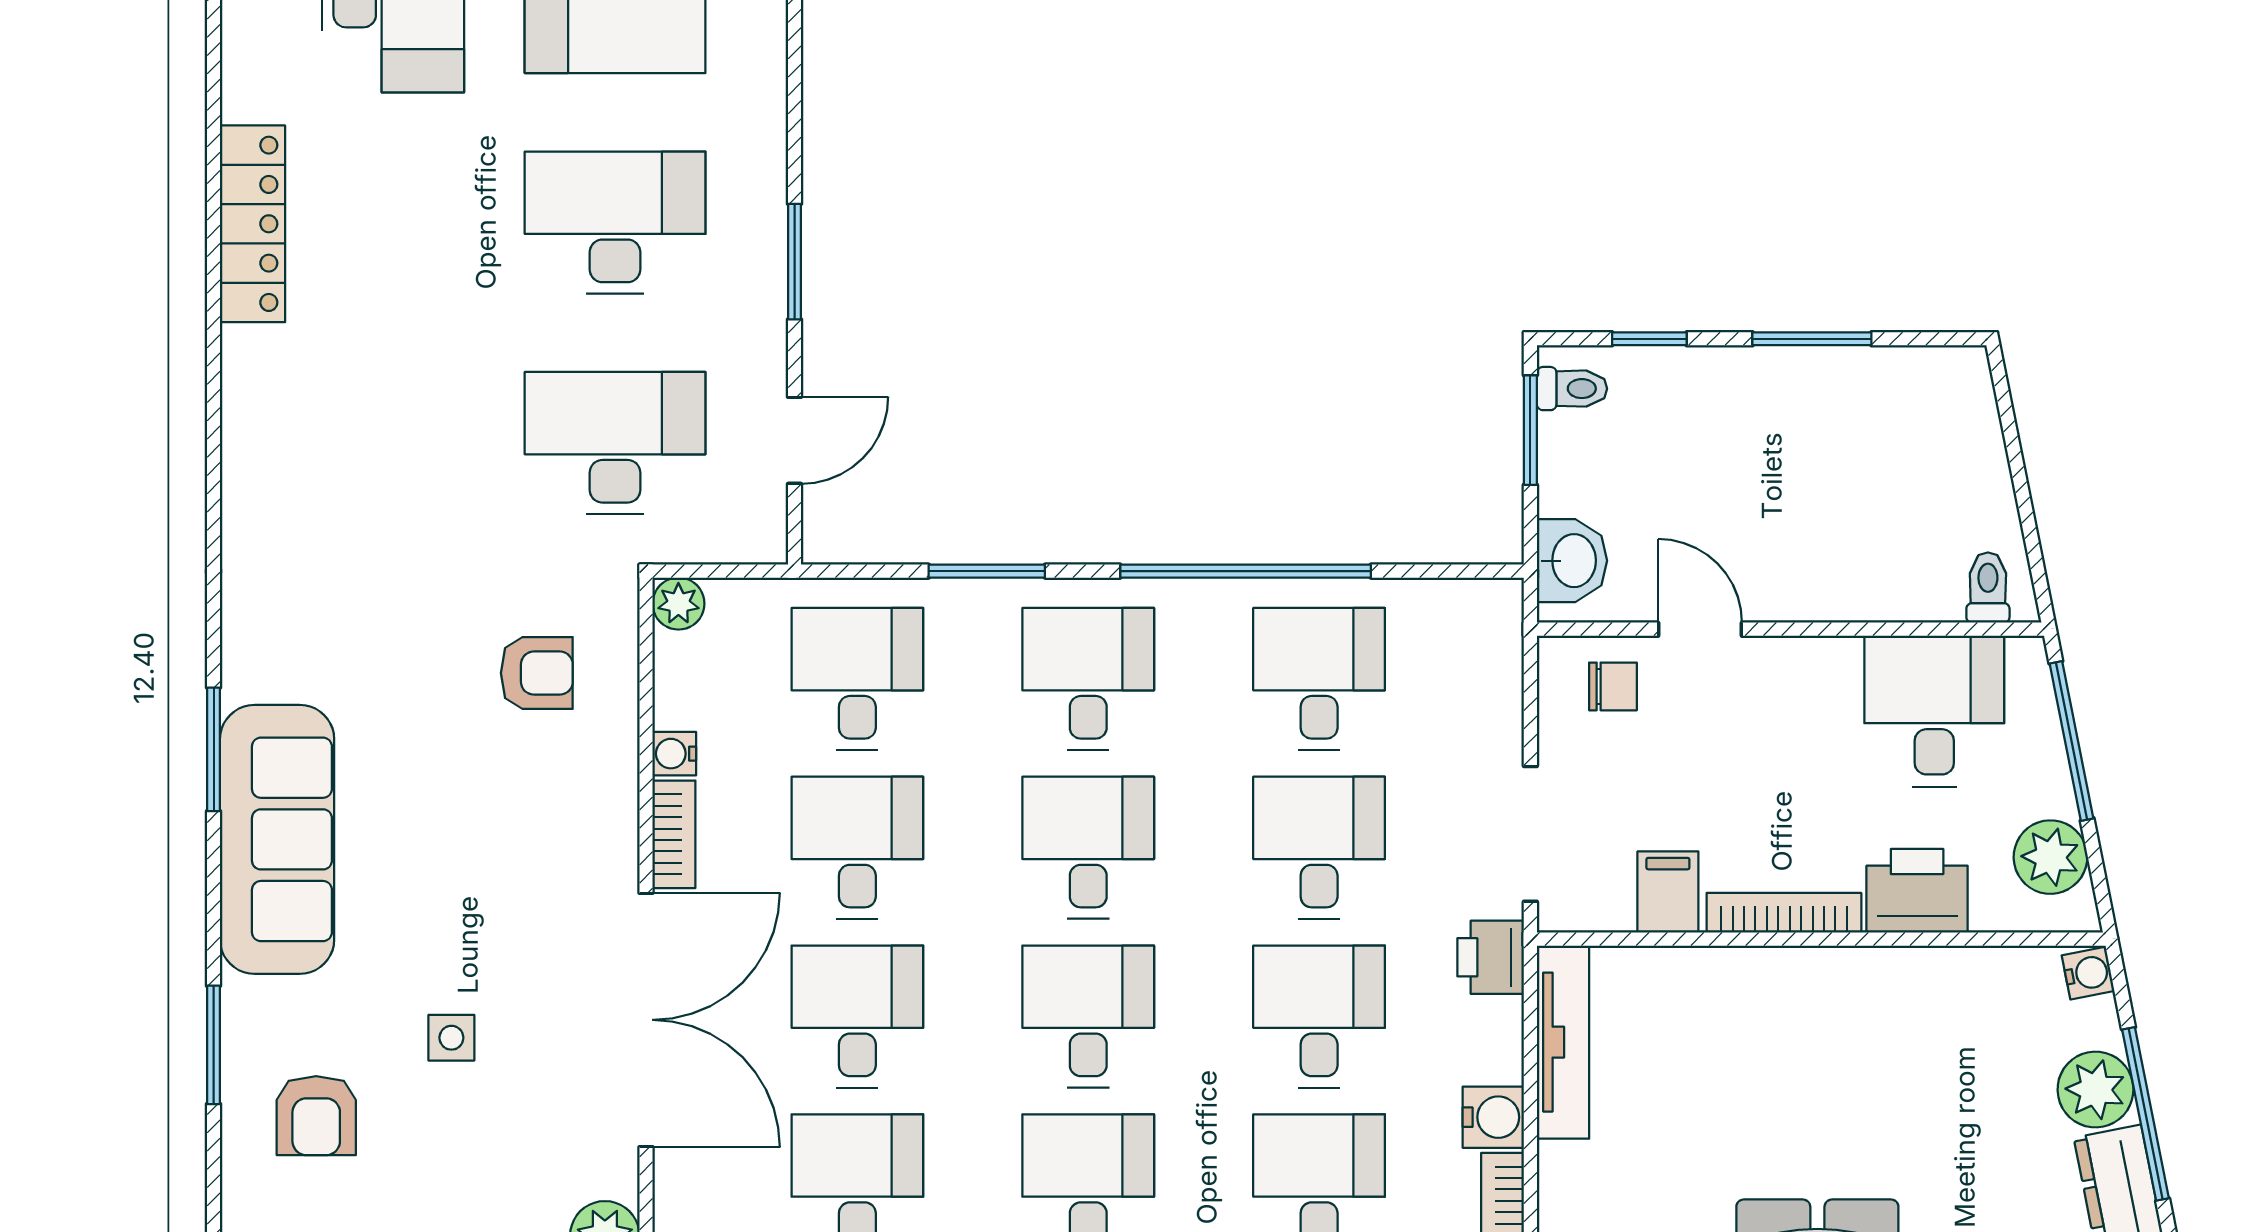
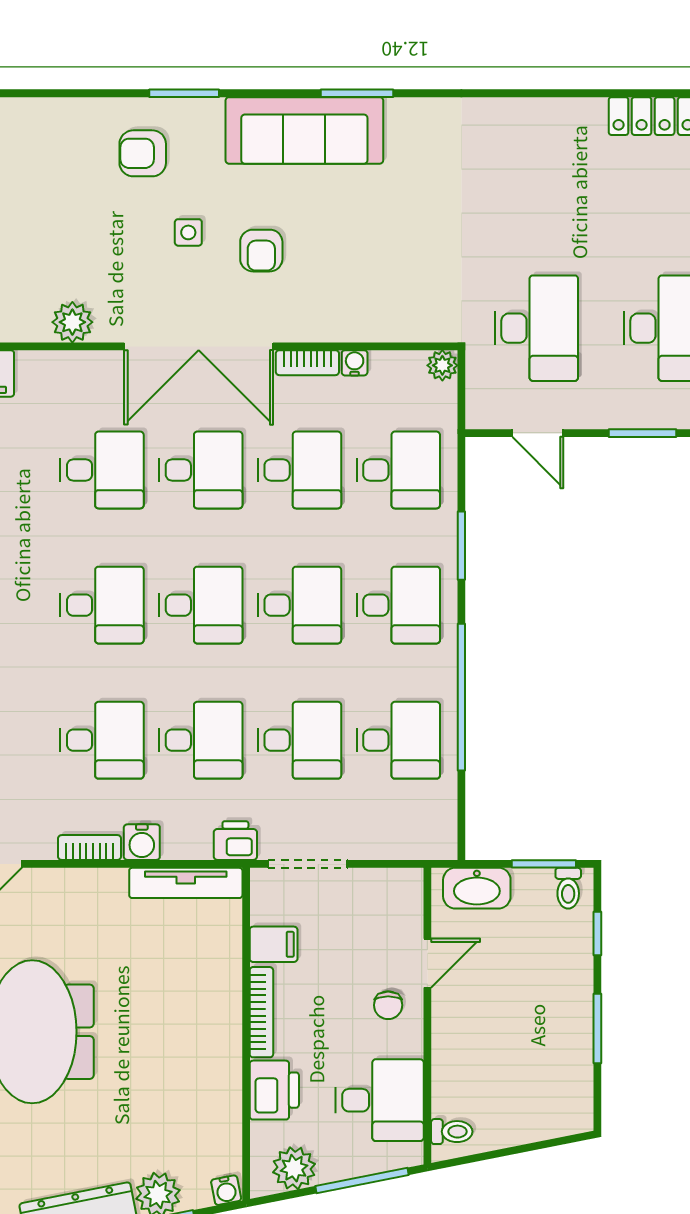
washbasin: (1572, 561) -> (477, 888), width x1.38
armchair: (537, 673) -> (261, 251), moved
chair: (1613, 686) -> (388, 1005), moved

